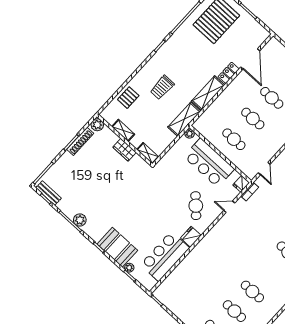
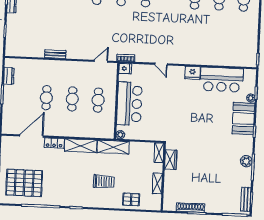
plant: (97, 125) -> (169, 205), removed
wardrobe: (125, 150) -> (171, 160), moved
cafe table: (196, 206) -> (168, 88), removed
door: (229, 207) -> (161, 64), moved

